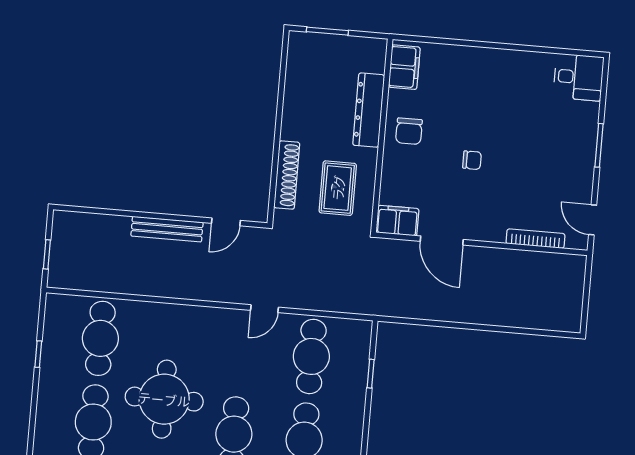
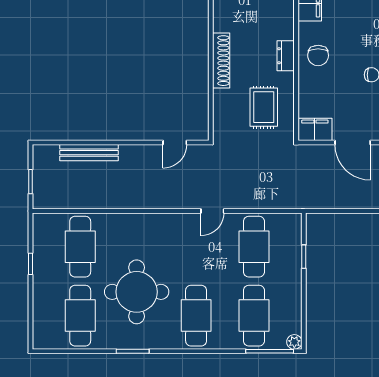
dresser: (369, 110) -> (286, 56), width x0.51, depth x0.80
shoe rack: (287, 175) -> (221, 61), moved
bench: (167, 229) -> (89, 153), moved

